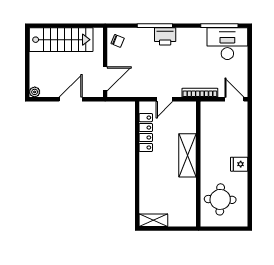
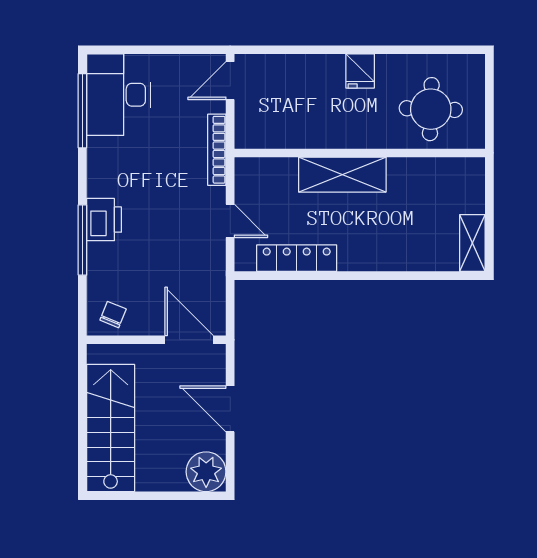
plant: (35, 92) -> (206, 472), width x1.88, depth x1.88

